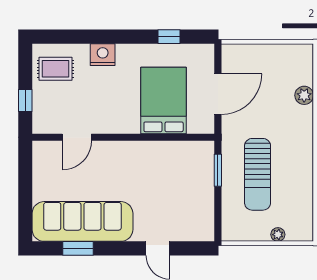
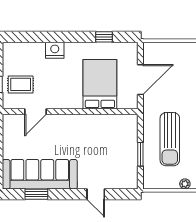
rug: (55, 69) -> (21, 84), moved
window: (218, 170) -> (140, 154), moved

